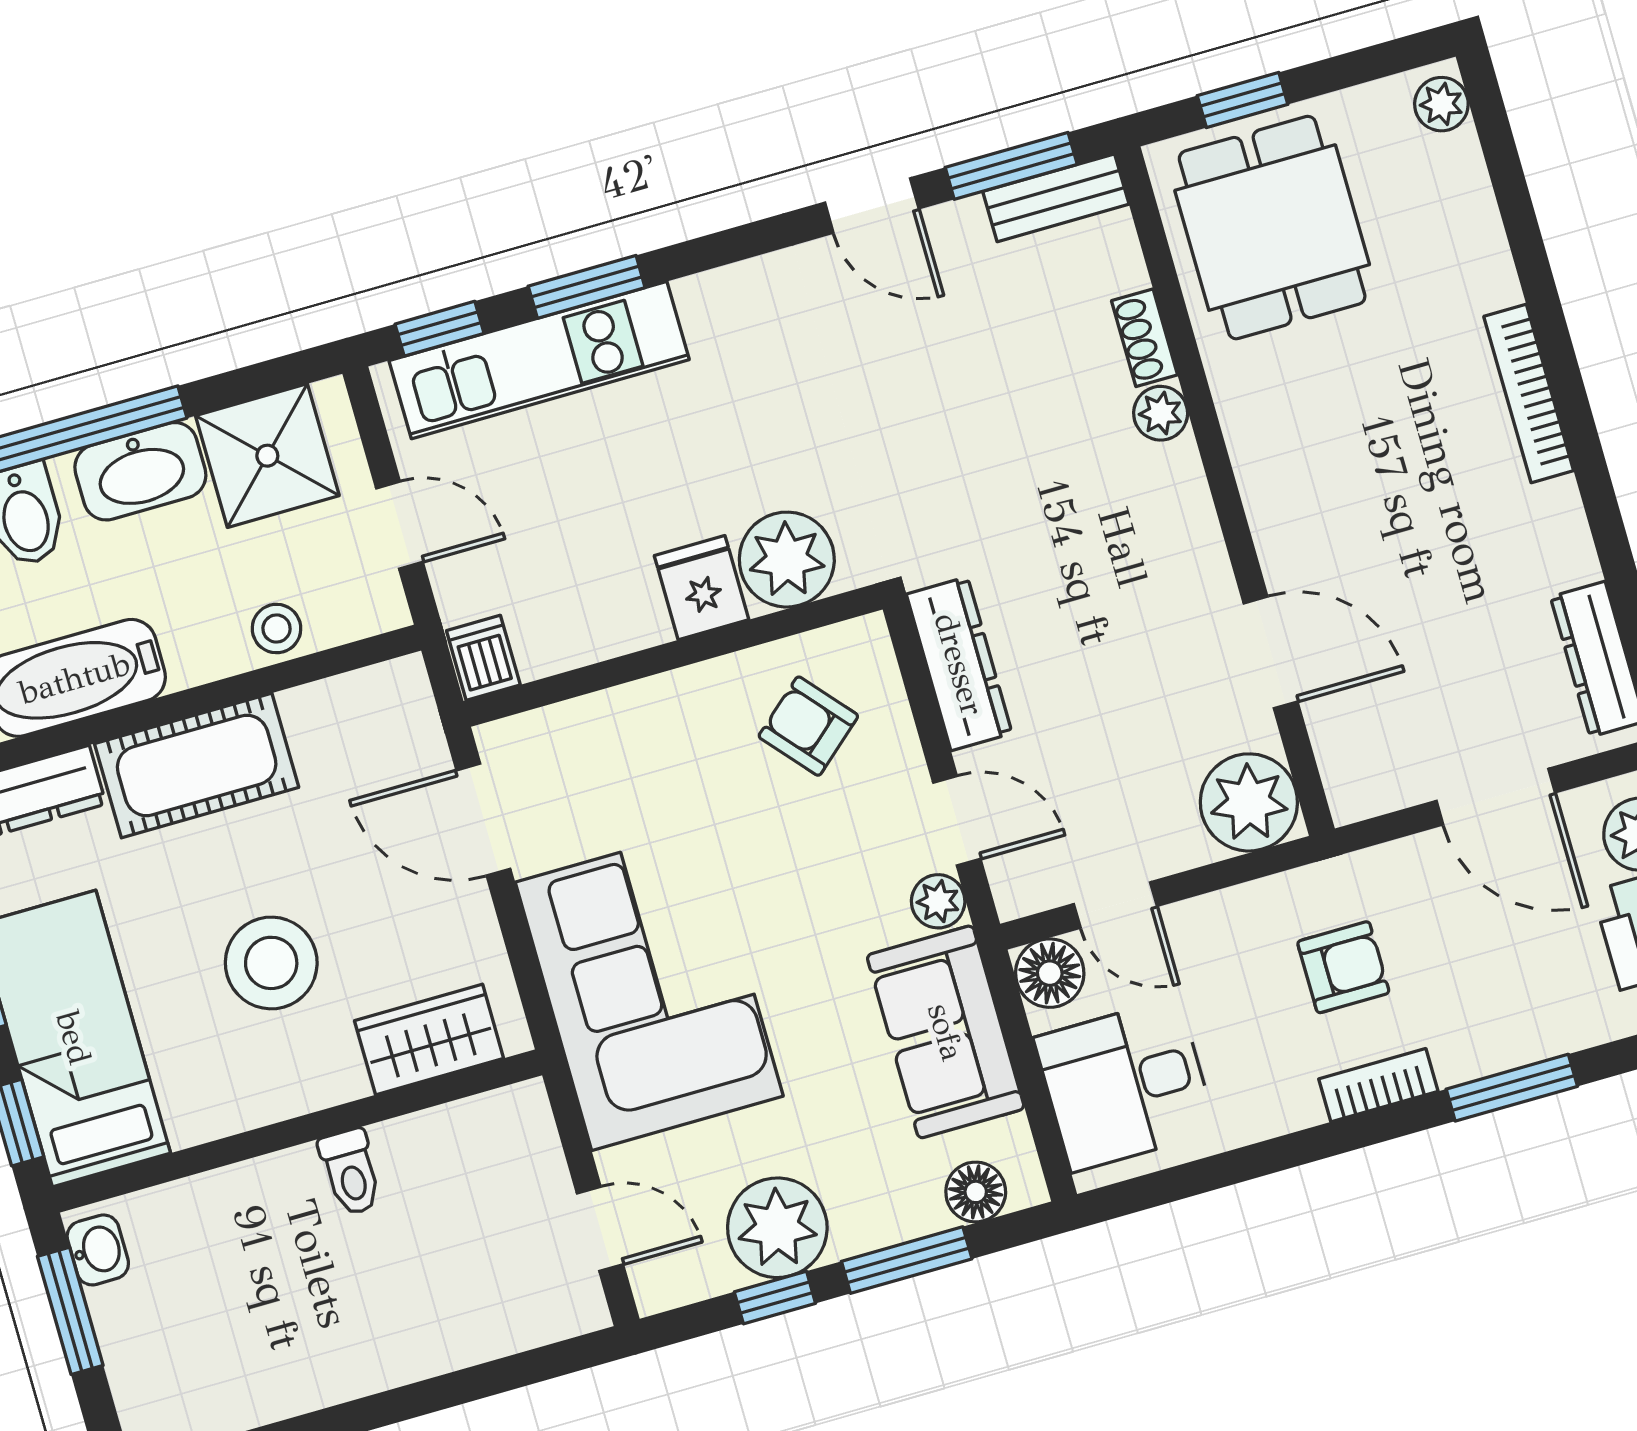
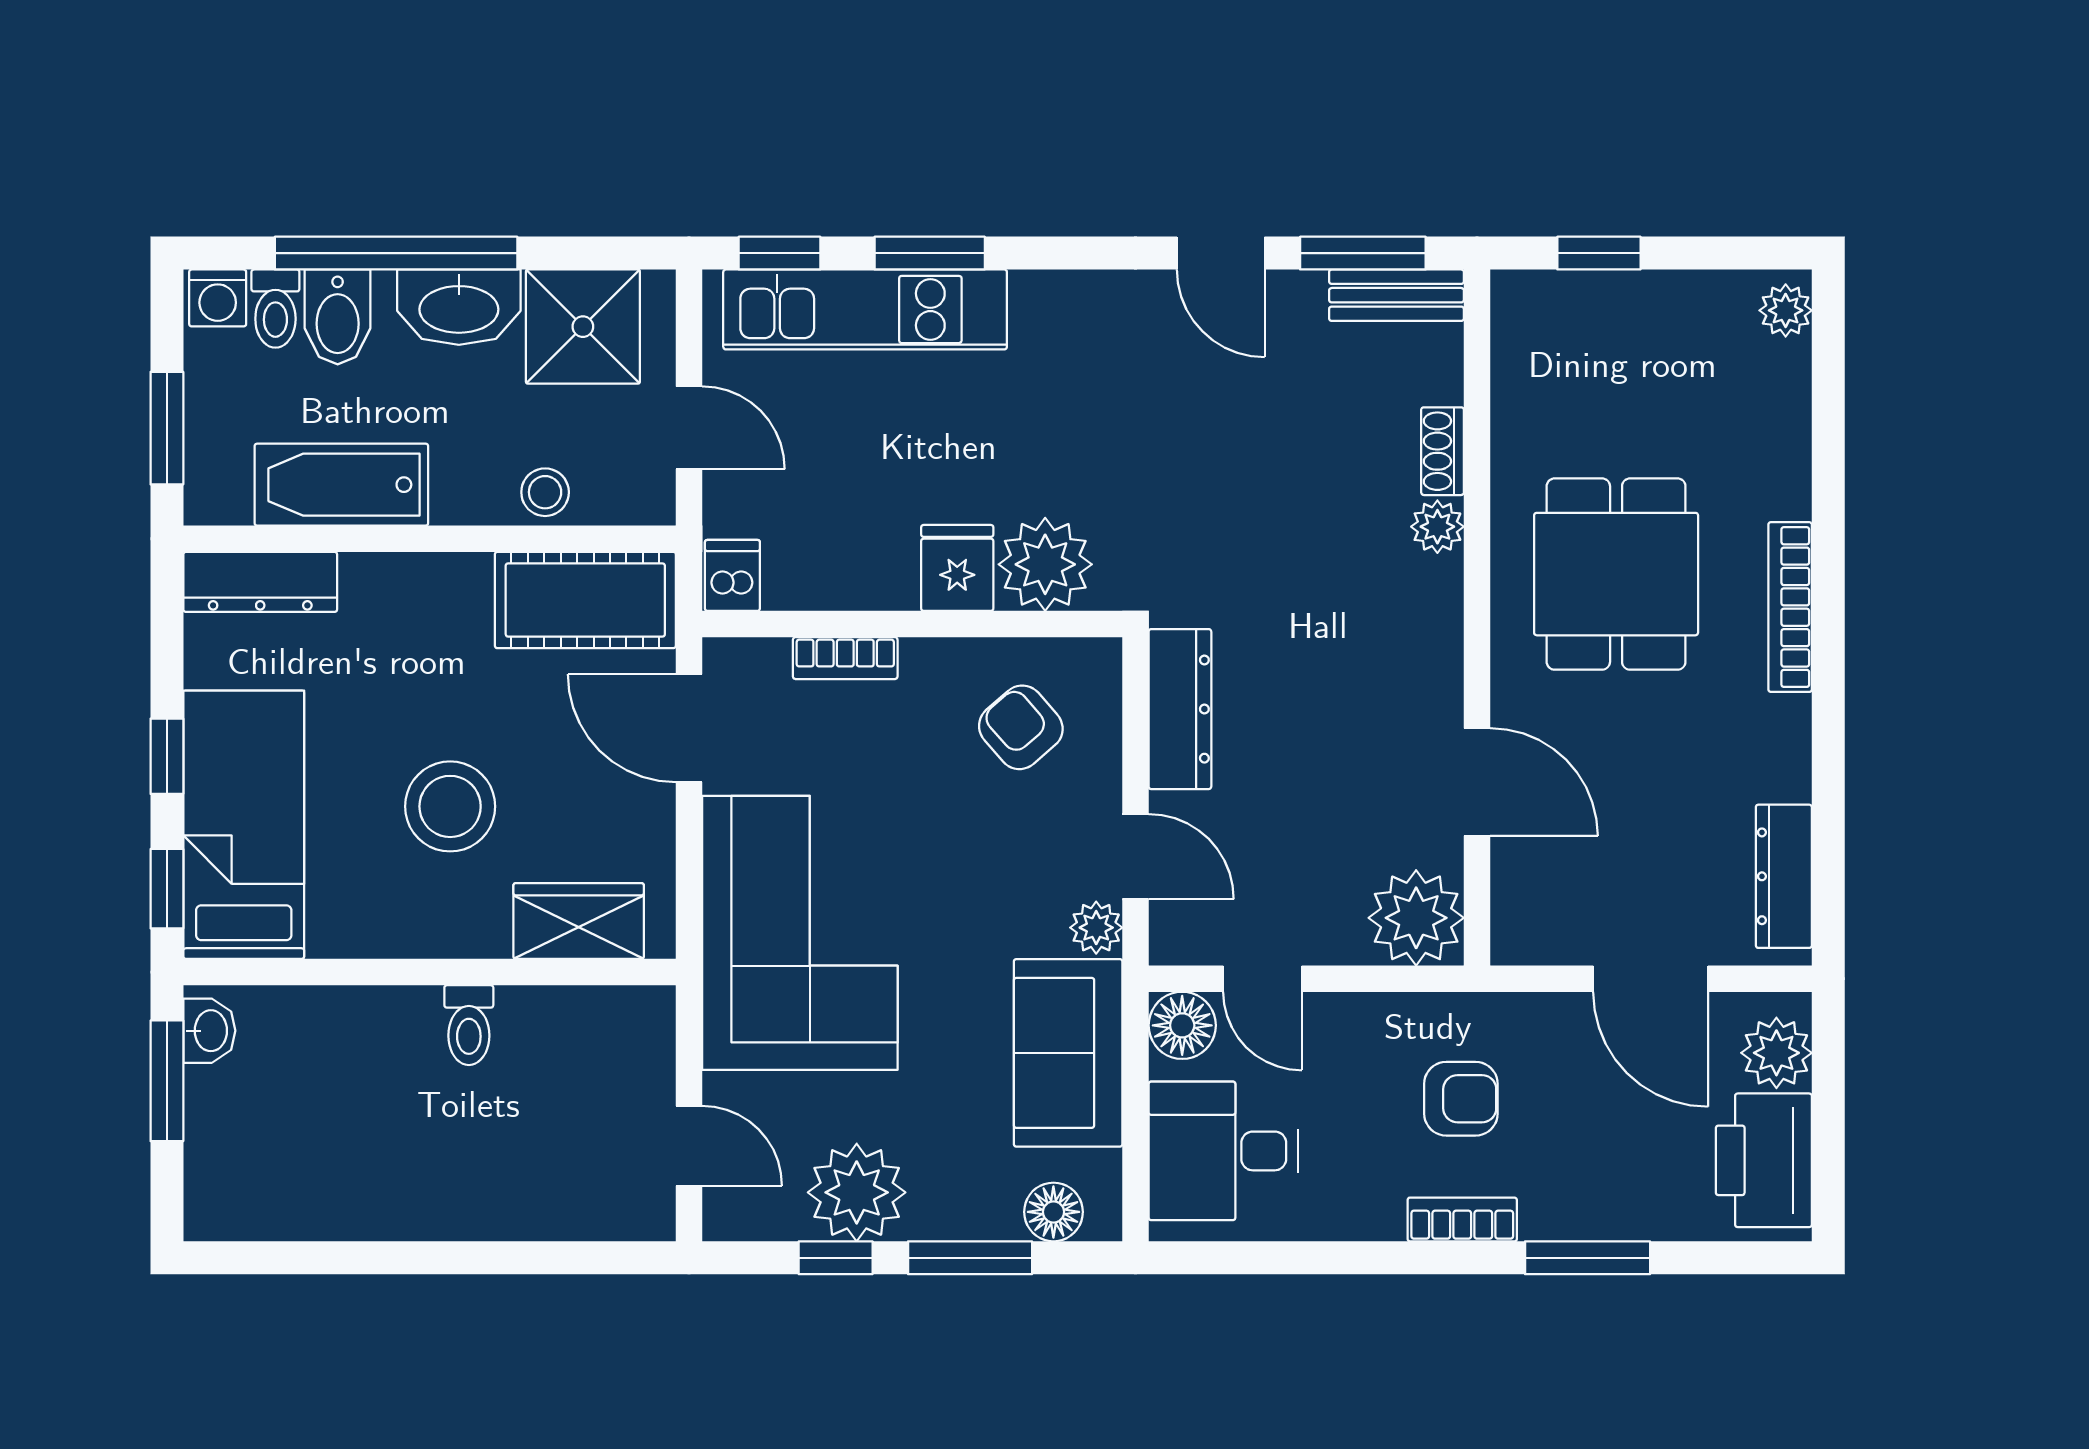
dining table: (1272, 228) -> (1616, 574), moved
bookcase: (617, 707) -> (845, 658), added
cot: (197, 765) -> (585, 600), moved

